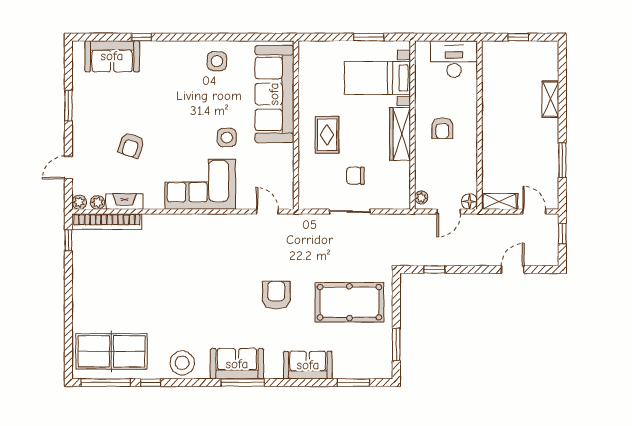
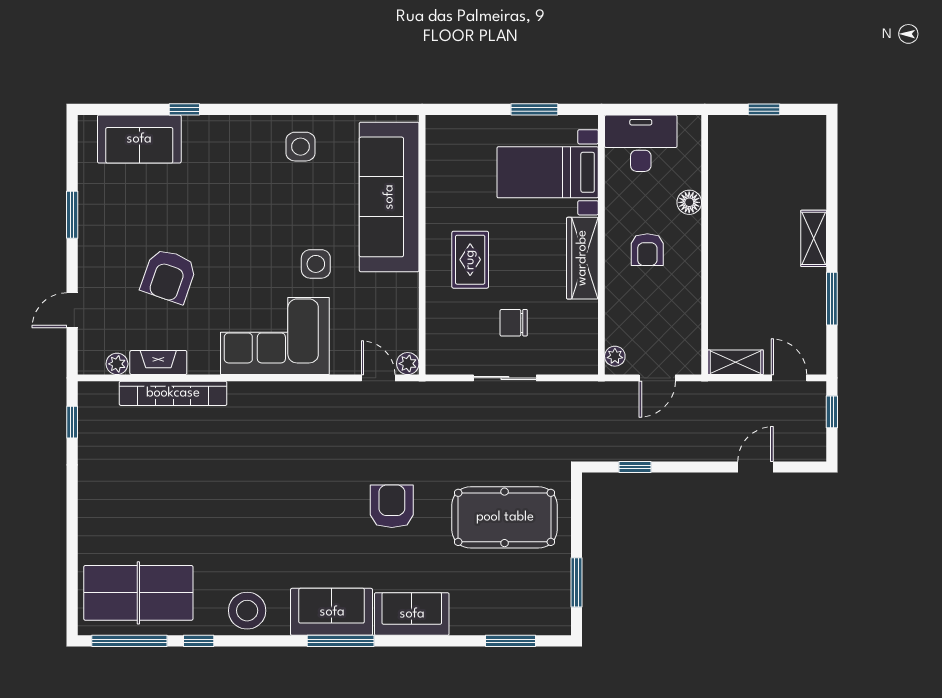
desk: (454, 59) -> (641, 143), moved
shelving: (550, 99) -> (814, 238), moved
armchair: (131, 145) -> (169, 276), width x1.38, depth x1.38
plant: (79, 202) -> (408, 364), moved
floor lamp: (470, 202) -> (689, 202), moved
bookcase: (107, 222) -> (173, 393), moved
sofa: (308, 365) -> (412, 614), moved

